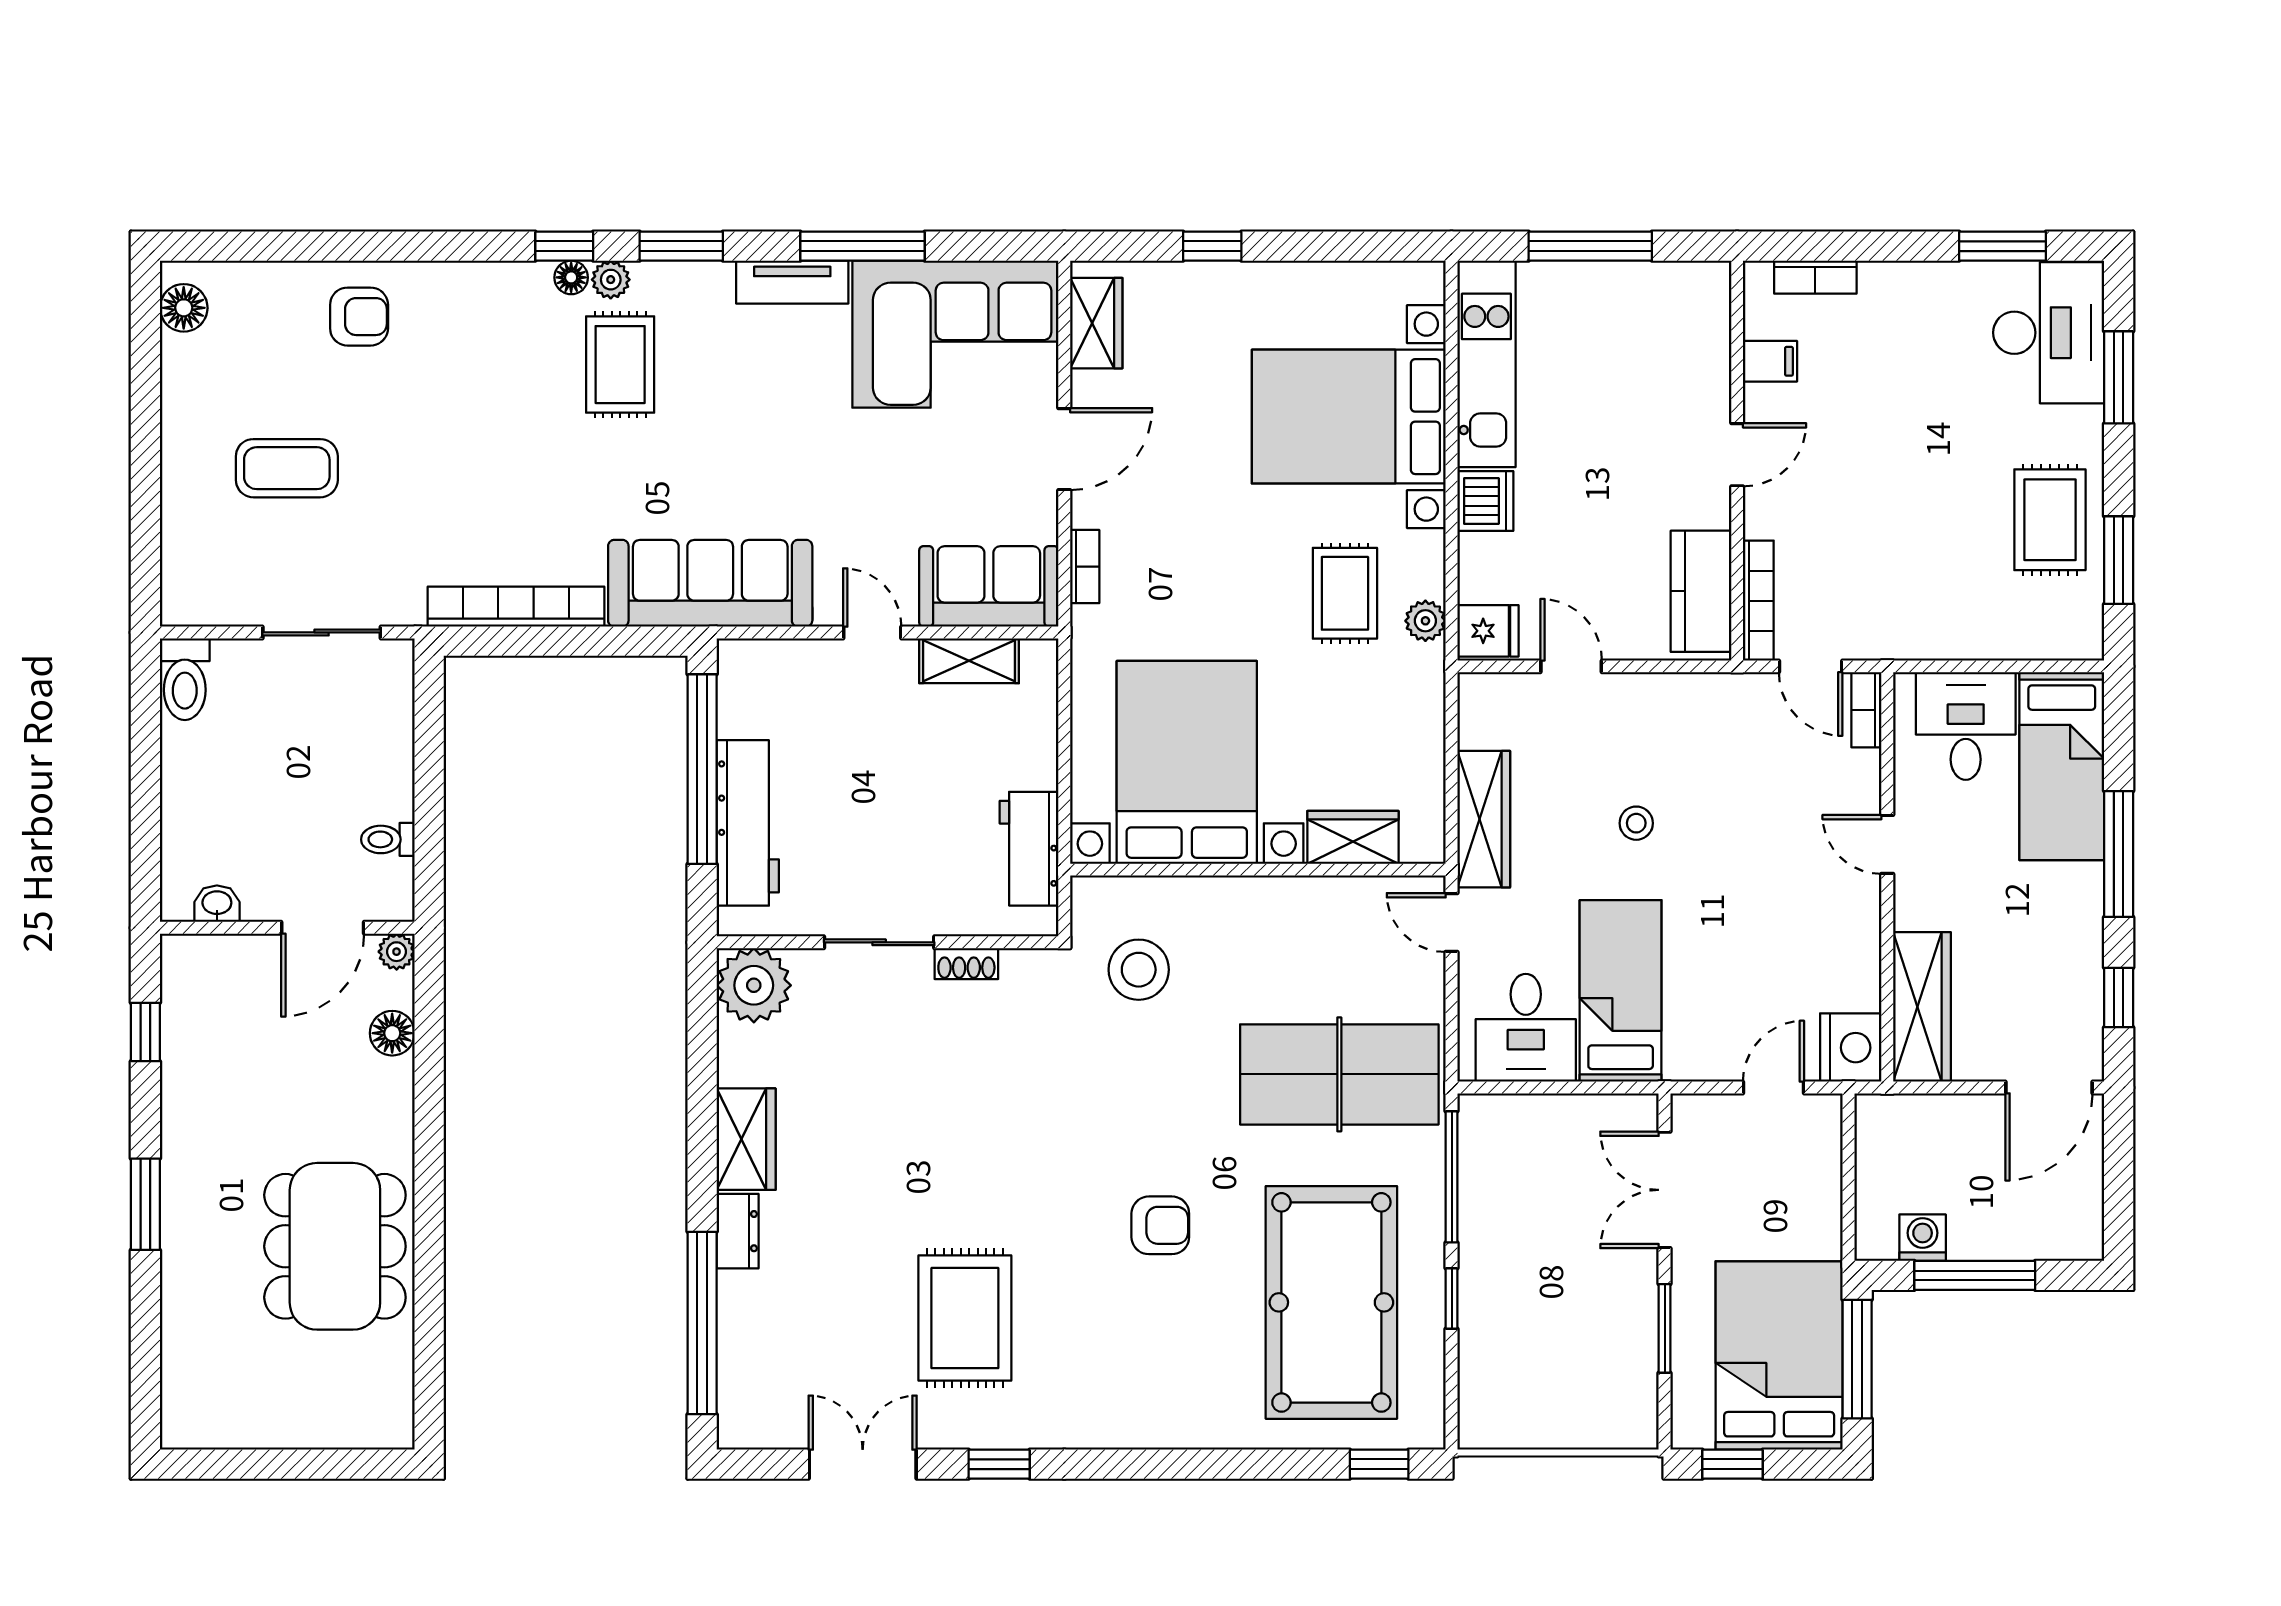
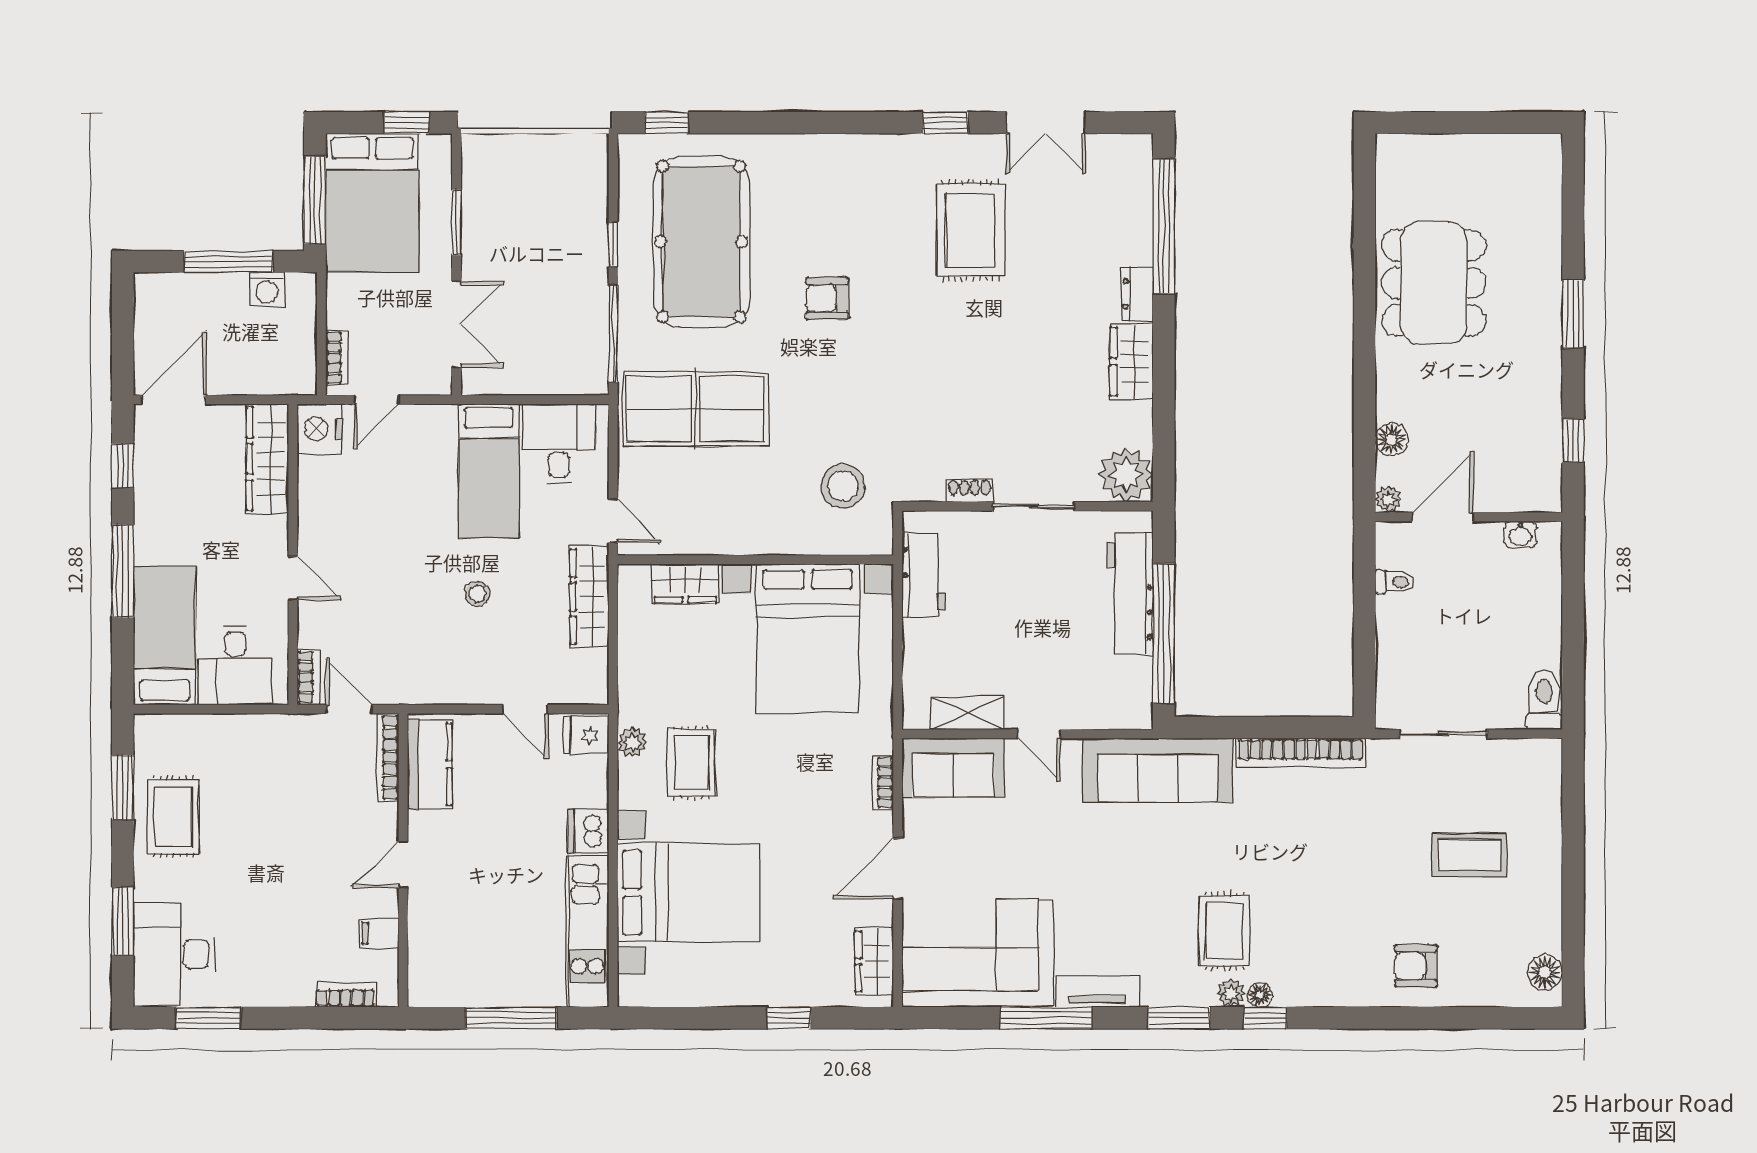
bookcase: (1828, 1145) -> (337, 358), added

